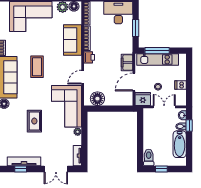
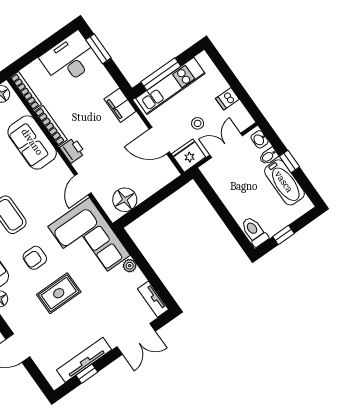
window: (136, 28) -> (98, 49), moved
filing cabinet: (127, 62) -> (120, 105), moved
door: (134, 82) -> (159, 141), hinge flipped
armchair: (35, 96) -> (35, 258), added
rug: (34, 121) -> (59, 293), turned 90
window: (189, 126) -> (289, 162), moved

